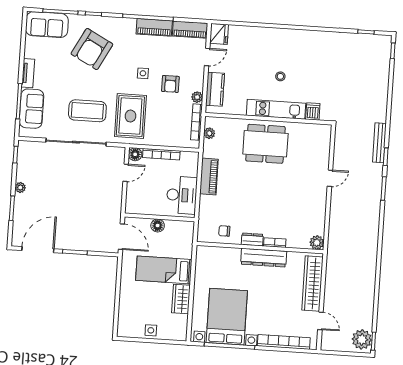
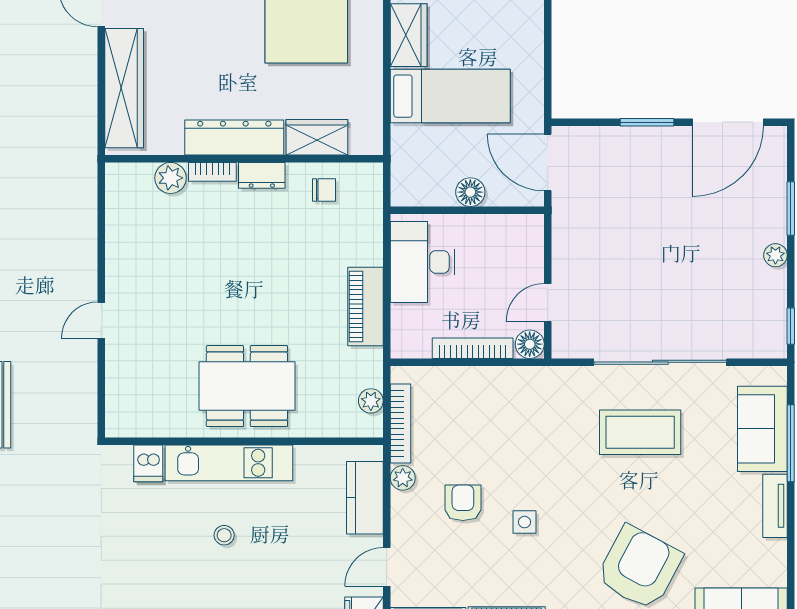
rug: (130, 116) -> (545, 427), removed
plant: (317, 243) -> (170, 178), moved
wardrobe: (226, 255) -> (317, 137), added

